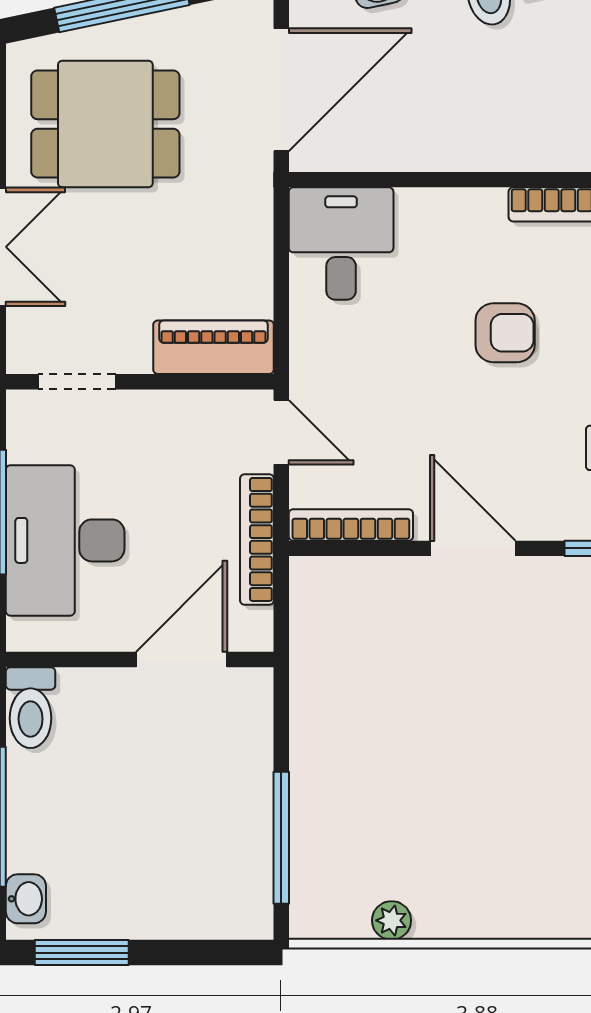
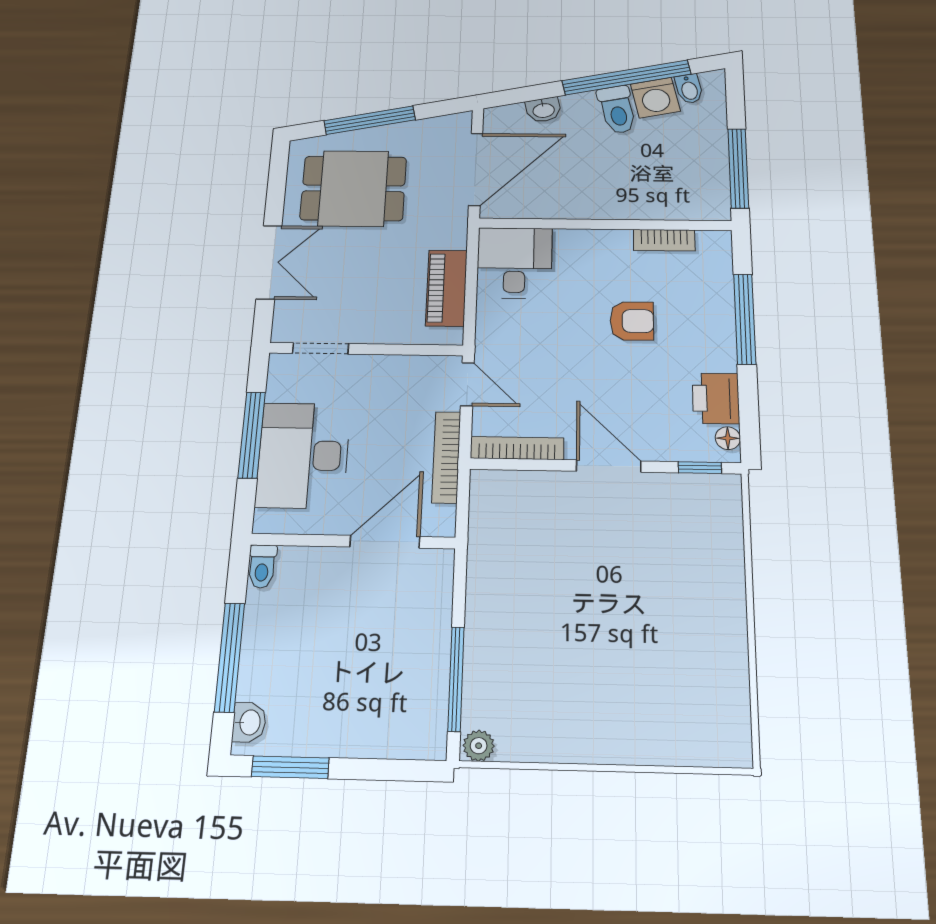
piano: (214, 347) -> (446, 288), moved, turned -90
toilet: (31, 708) -> (262, 566), width x0.73, depth x0.72
plant: (392, 920) -> (479, 746), moved

